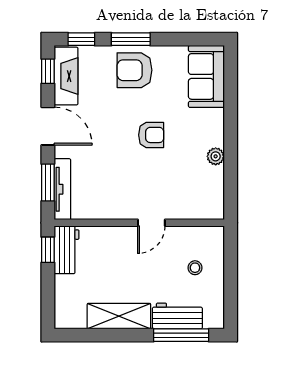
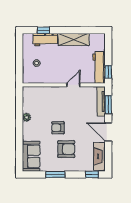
window: (131, 39) -> (55, 174), moved
armchair: (134, 70) -> (66, 149), moved
window: (48, 71) -> (108, 159), removed
door: (151, 223) -> (73, 85), moved
workbench: (67, 250) -> (99, 67), width x1.38
window: (181, 335) -> (43, 30), width x0.46

